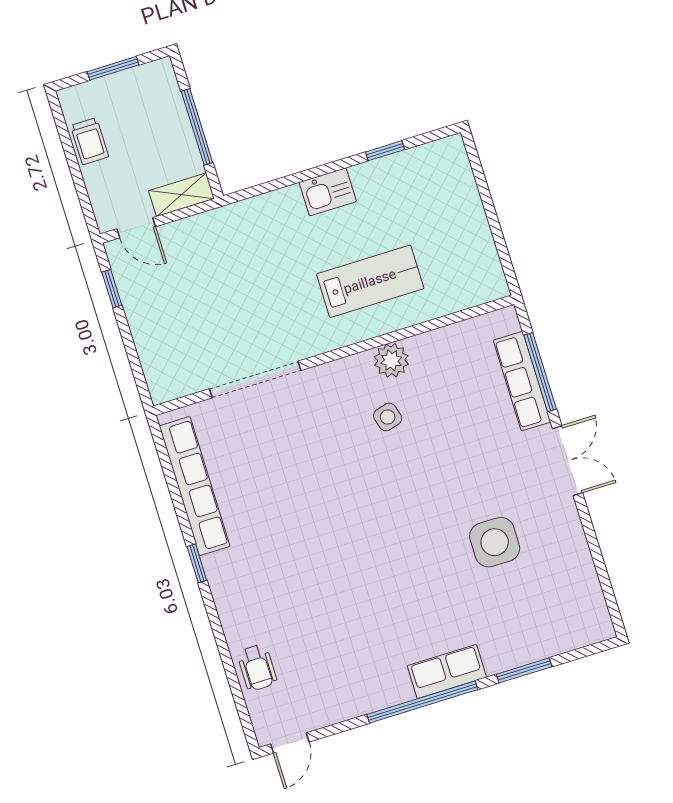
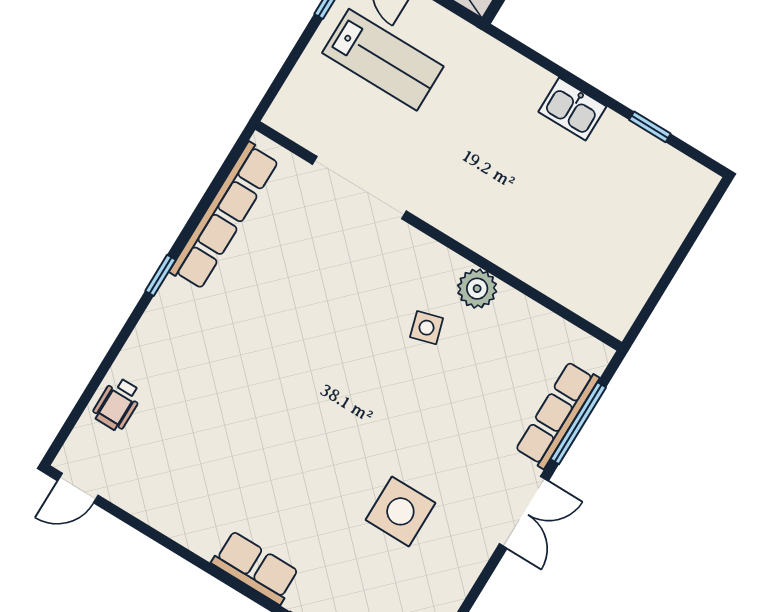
lab bench: (370, 281) -> (383, 60), moved
window: (422, 702) -> (211, 569), removed

